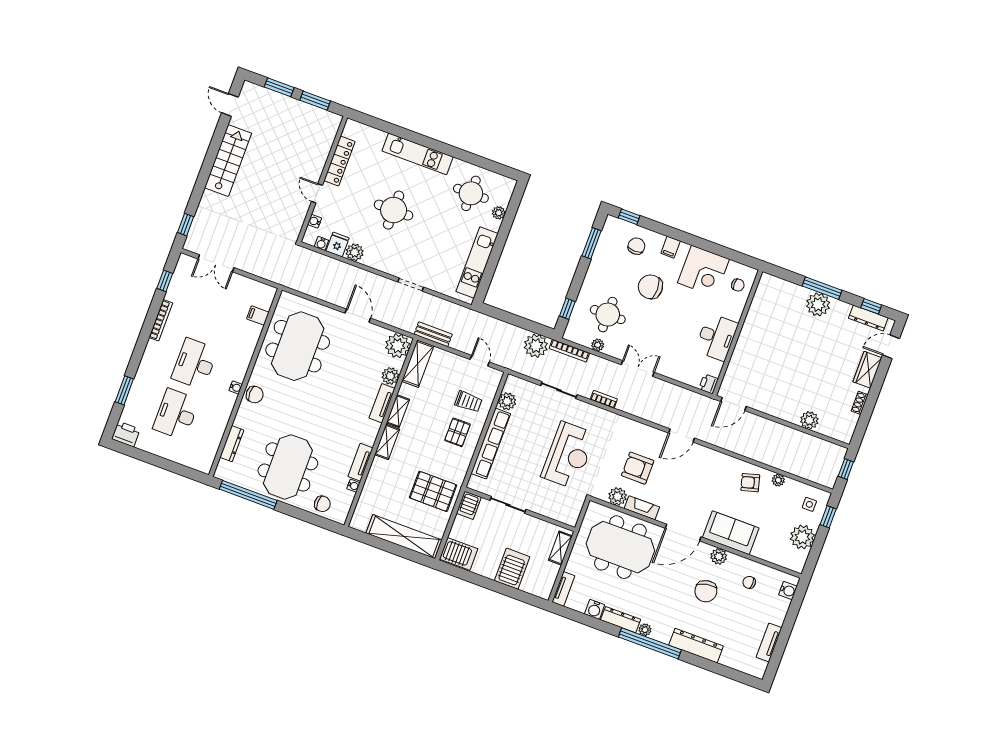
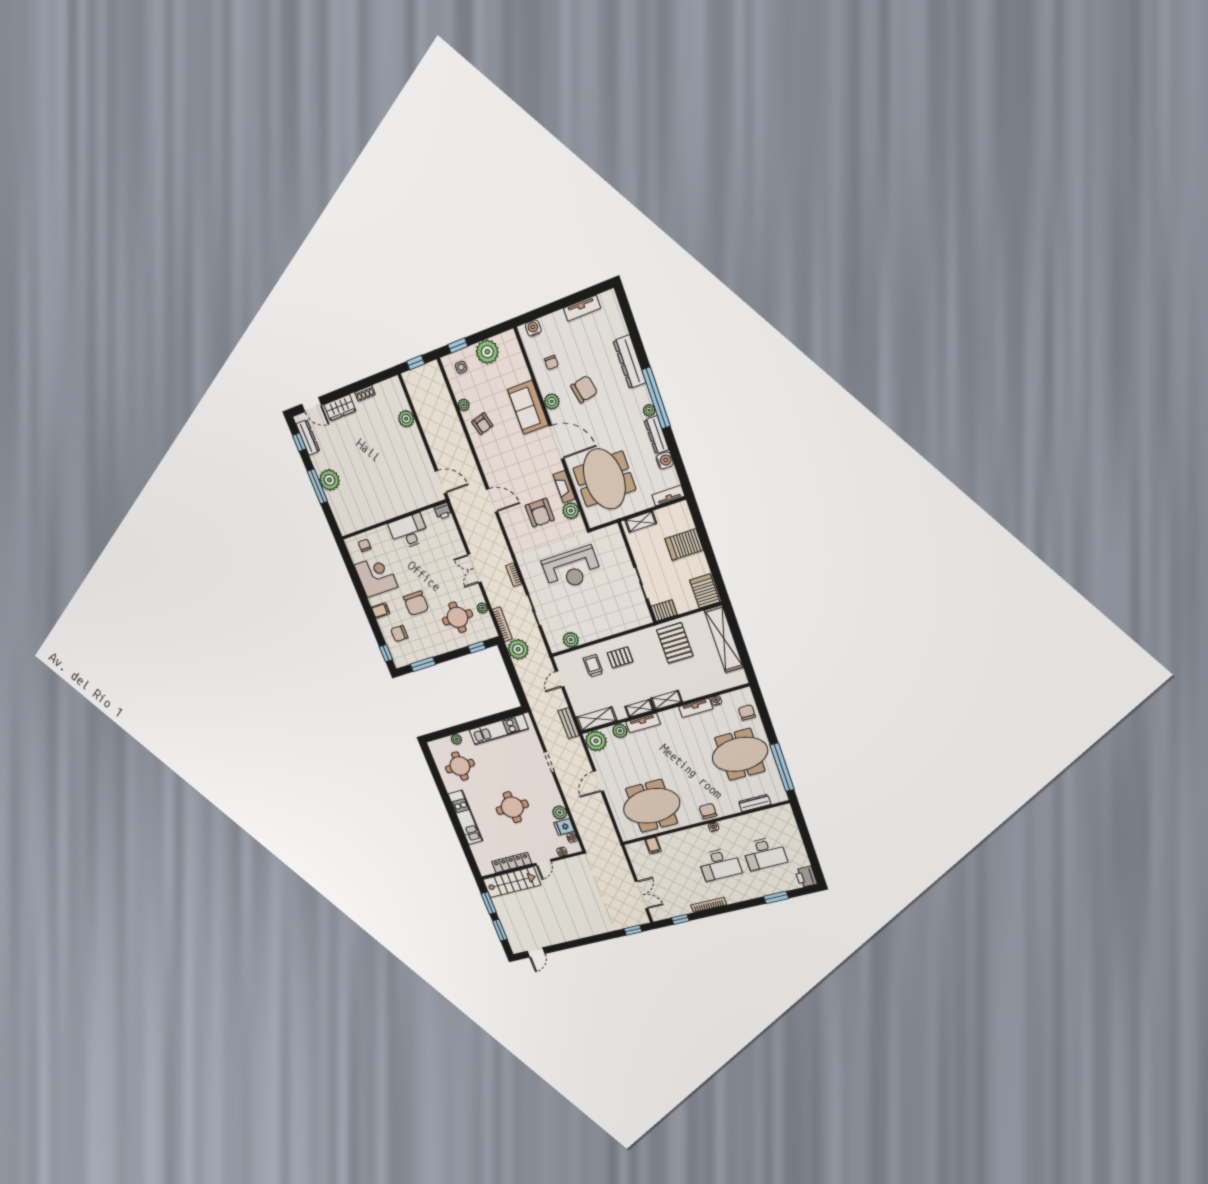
stairs: (228, 160) -> (512, 882), moved, turned 180
row of seats: (491, 444) -> (609, 629), removed
reception desk: (568, 455) -> (572, 569), turned 180

